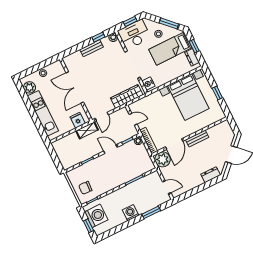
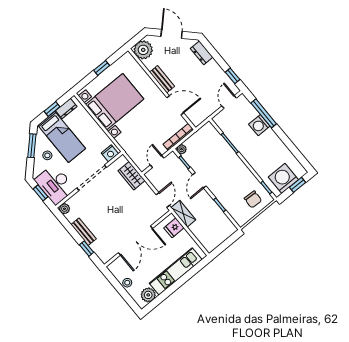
window: (98, 37) -> (87, 249), moved
wardrobe: (127, 96) -> (132, 176), width x0.67
door: (102, 117) -> (163, 200), hinge flipped
plant: (163, 159) -> (143, 50), moved
window: (187, 195) -> (233, 76), added
window: (151, 212) -> (264, 113), width x1.44
washing machine: (131, 213) -> (259, 125), moved

